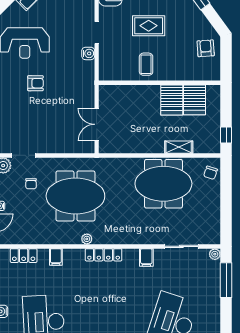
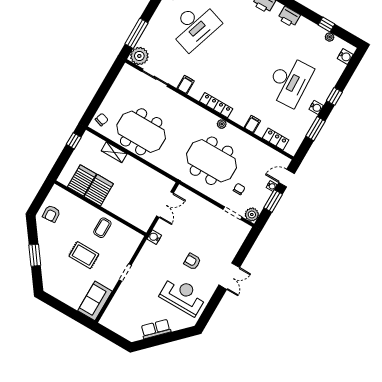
water cooler: (88, 53) -> (154, 237), moved
plant: (215, 254) -> (139, 56), width x1.87, depth x1.87

